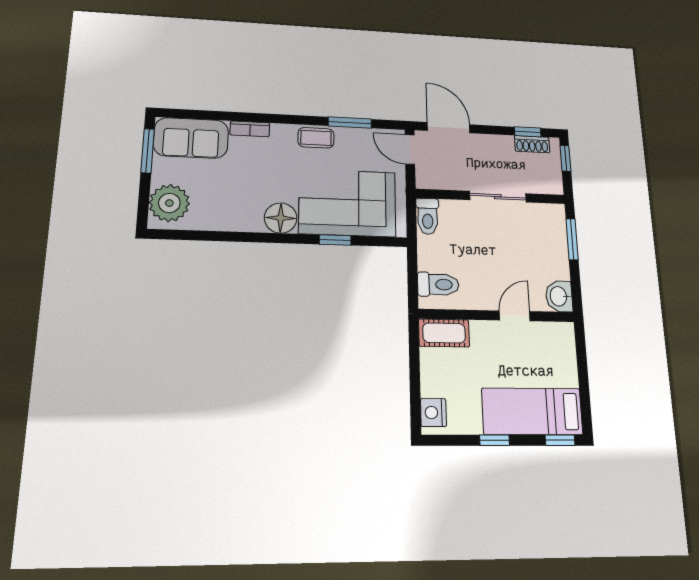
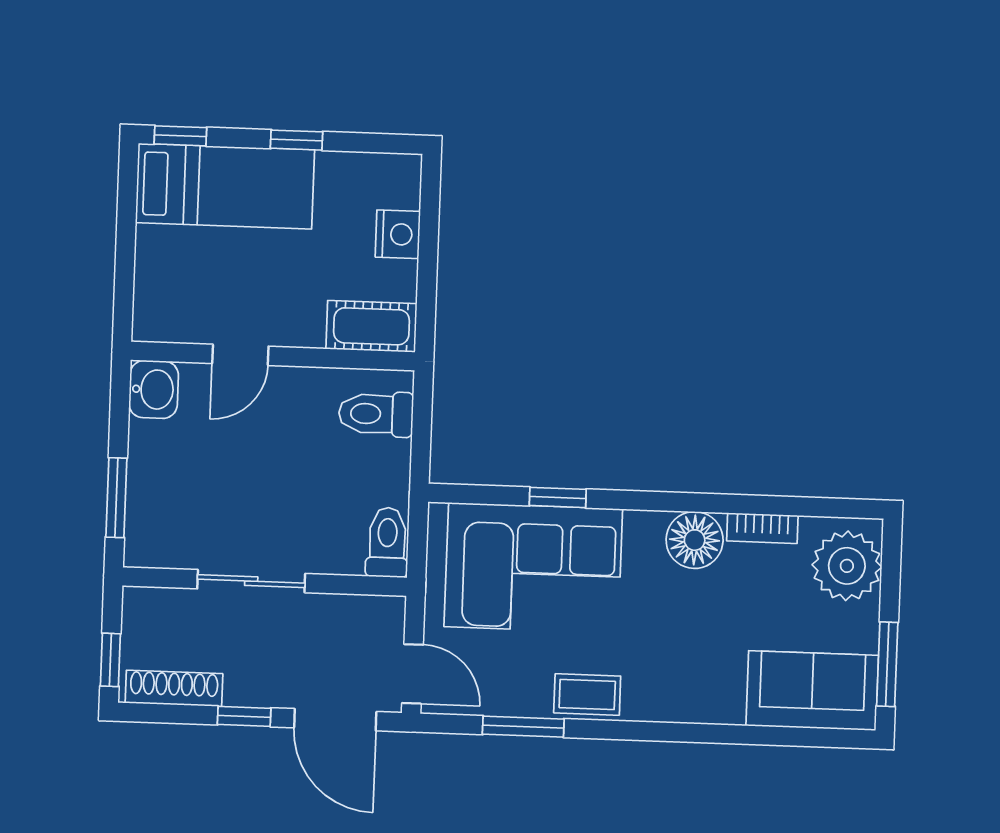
bookcase: (250, 129) -> (762, 528), moved, turned 180
window: (528, 132) -> (244, 716), moved
shoe rack: (532, 144) -> (174, 688), width x1.43
floor lamp: (281, 218) -> (695, 540), moved
nightstand: (433, 413) -> (398, 234), moved

